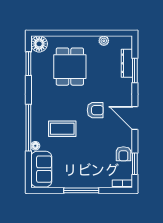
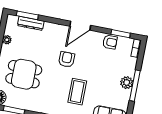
window: (135, 71) -> (27, 15), moved
plant: (83, 181) -> (127, 83), added

